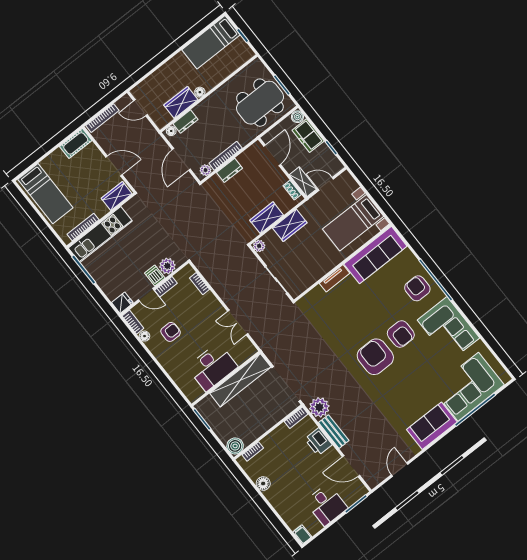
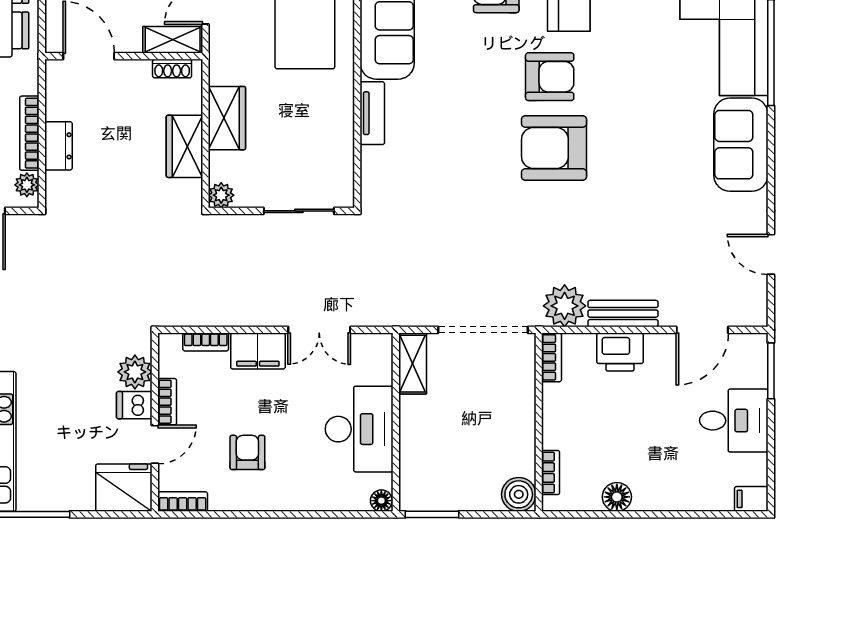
fridge: (122, 303) -> (124, 488), width x1.88, depth x1.34
filing cabinet: (212, 306) -> (258, 351), added
floor lamp: (144, 336) -> (381, 501), moved
shelving: (240, 380) -> (413, 364), width x0.45, depth x0.75

